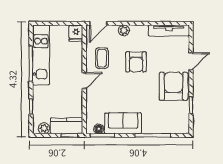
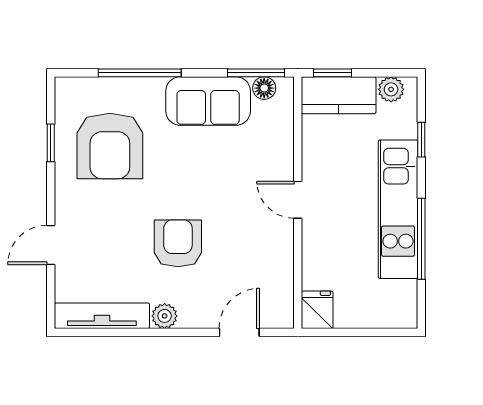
door: (98, 23) -> (239, 332), moved
plant: (124, 30) -> (165, 316), moved
kitchen unit: (41, 55) -> (398, 209), moved
coffee table: (102, 58) -> (257, 252), removed
door: (84, 81) -> (298, 200), hinge flipped
armchair: (173, 86) -> (110, 146), moved

